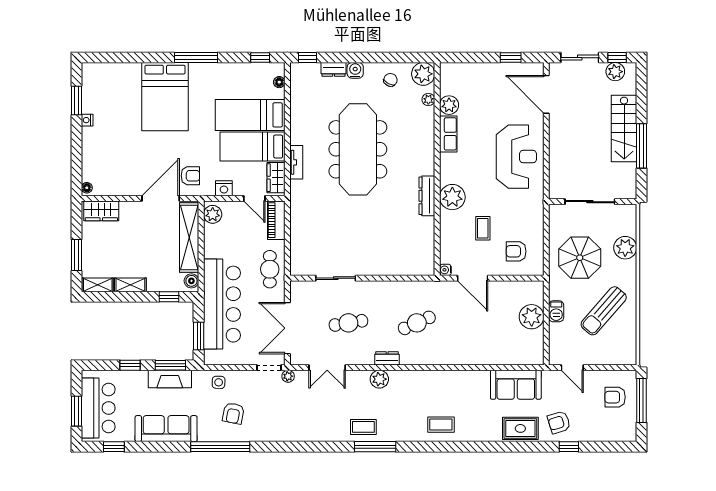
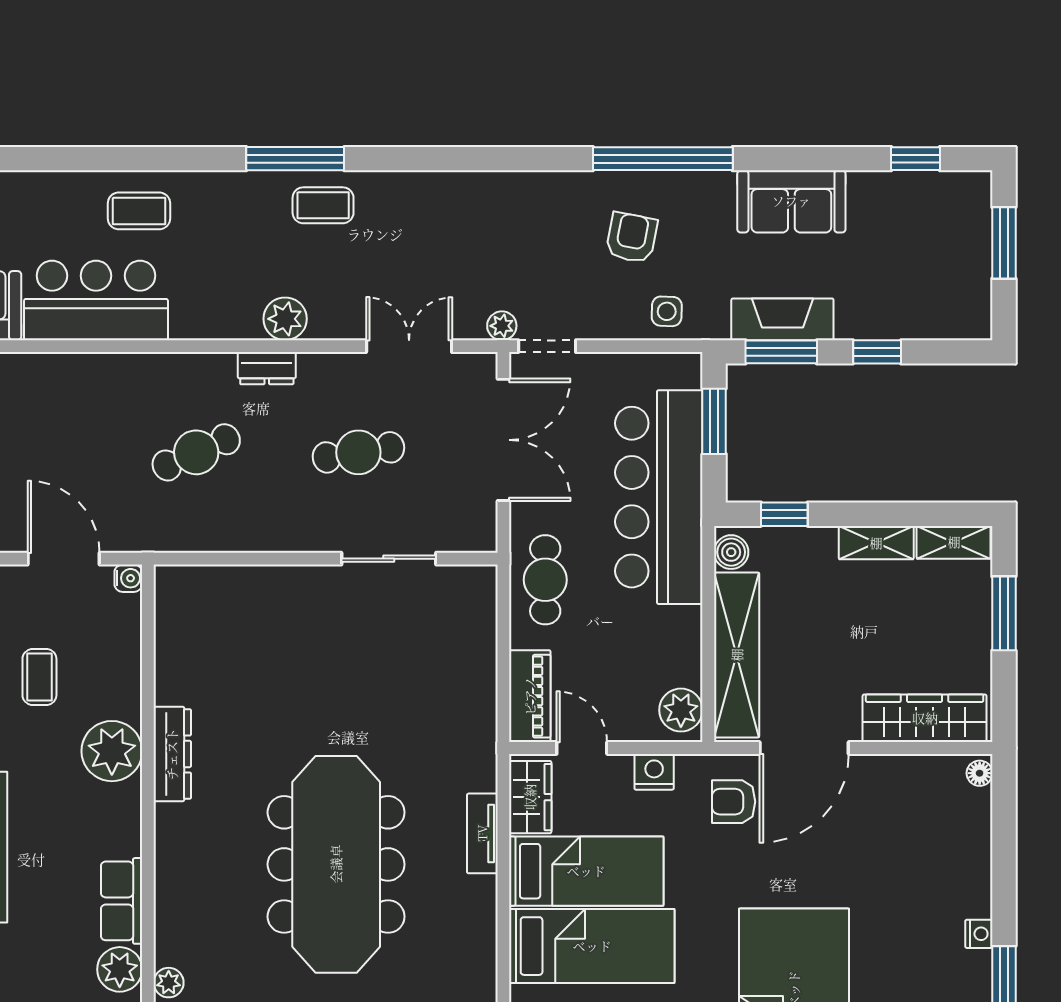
wardrobe: (101, 211) -> (925, 718), width x1.50
bar counter: (98, 408) -> (96, 300), moved, turned 90
sofa: (166, 429) -> (791, 201), width x0.73

